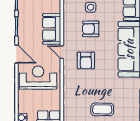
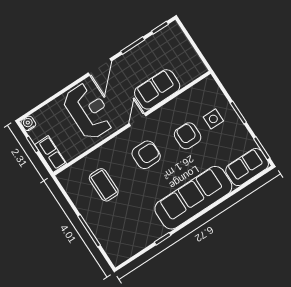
armchair: (86, 61) -> (146, 155), turned 180
coffee table: (102, 109) -> (104, 185), moved

